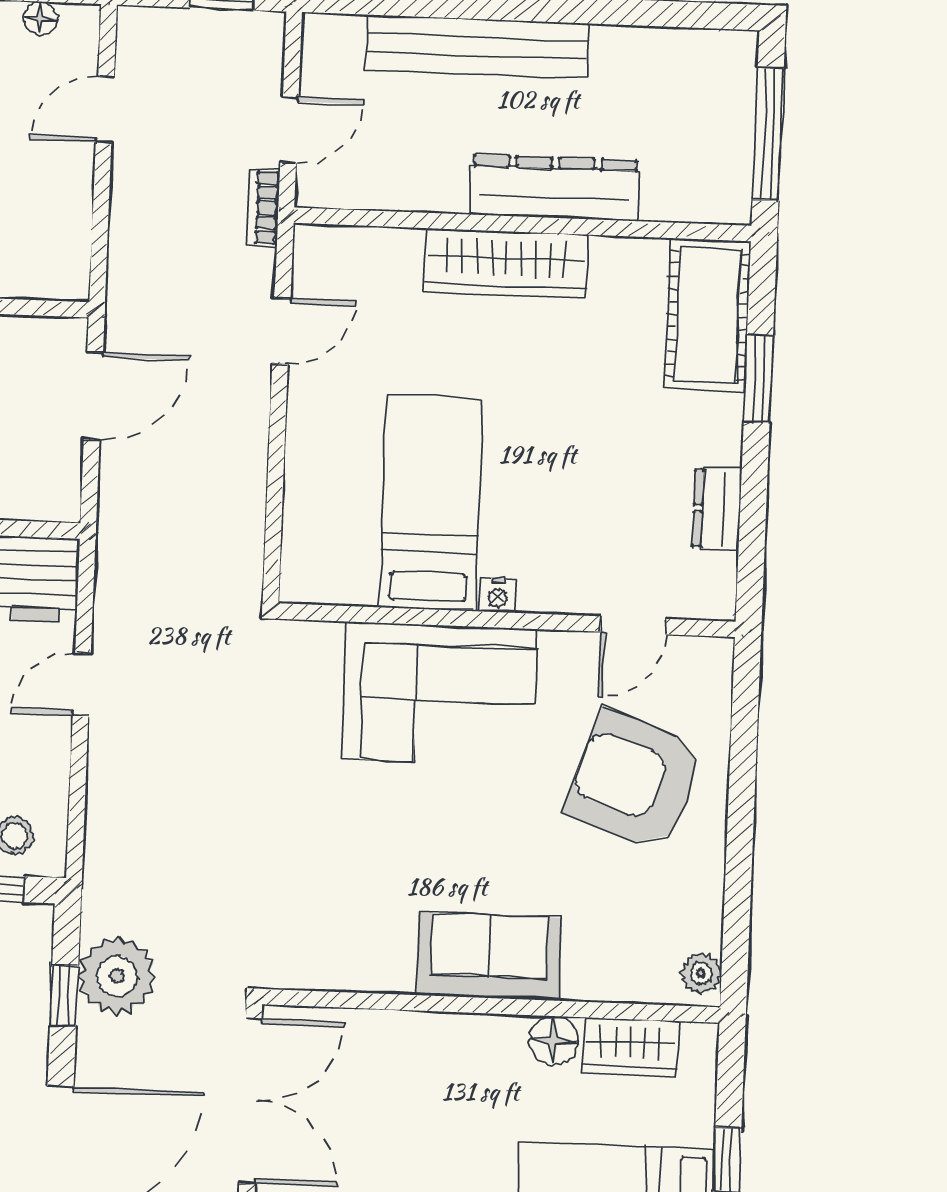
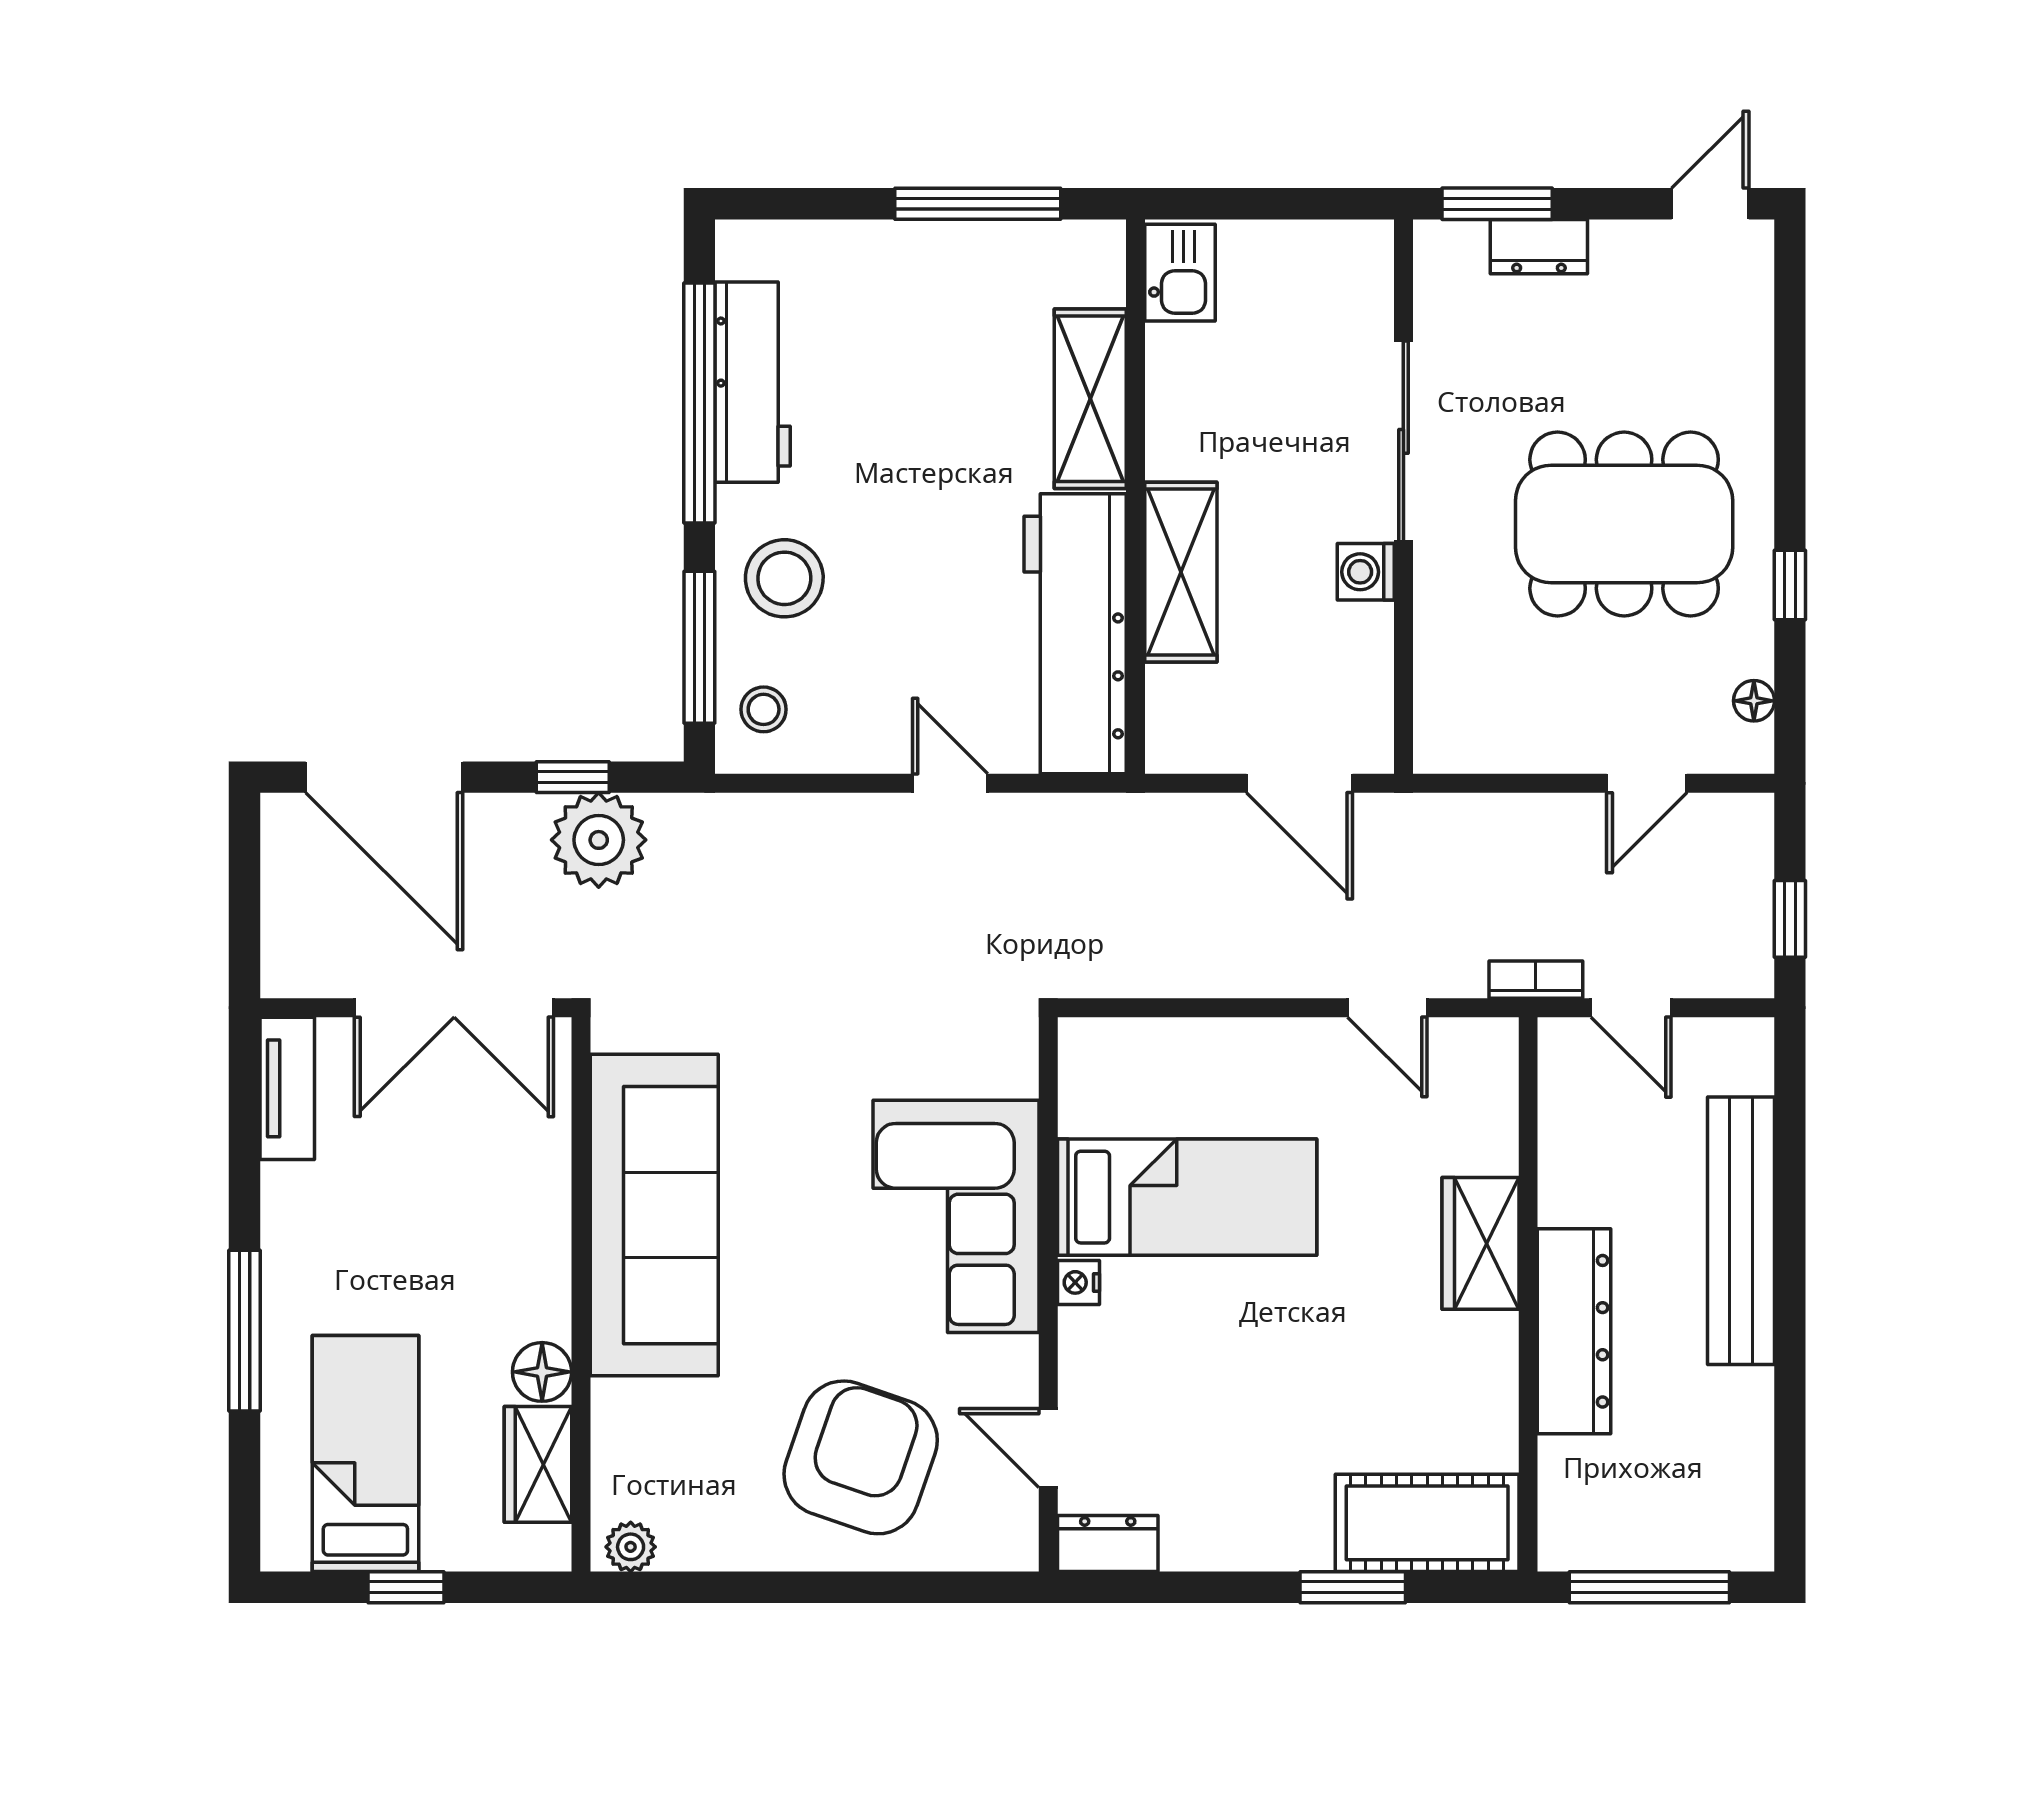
door: (105, 109) -> (1647, 783), swing flipped
wardrobe: (506, 263) -> (1480, 1243), width x0.67
dresser: (717, 509) -> (1108, 1543), moved
sofa: (489, 956) -> (654, 1215), width x1.85, depth x1.27

